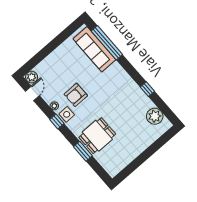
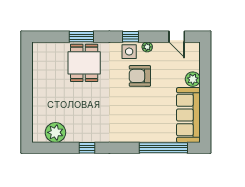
sofa: (94, 49) -> (188, 115), moved, turned -90
plant: (32, 77) -> (193, 79), moved
armchair: (76, 95) -> (140, 76), turned -90

